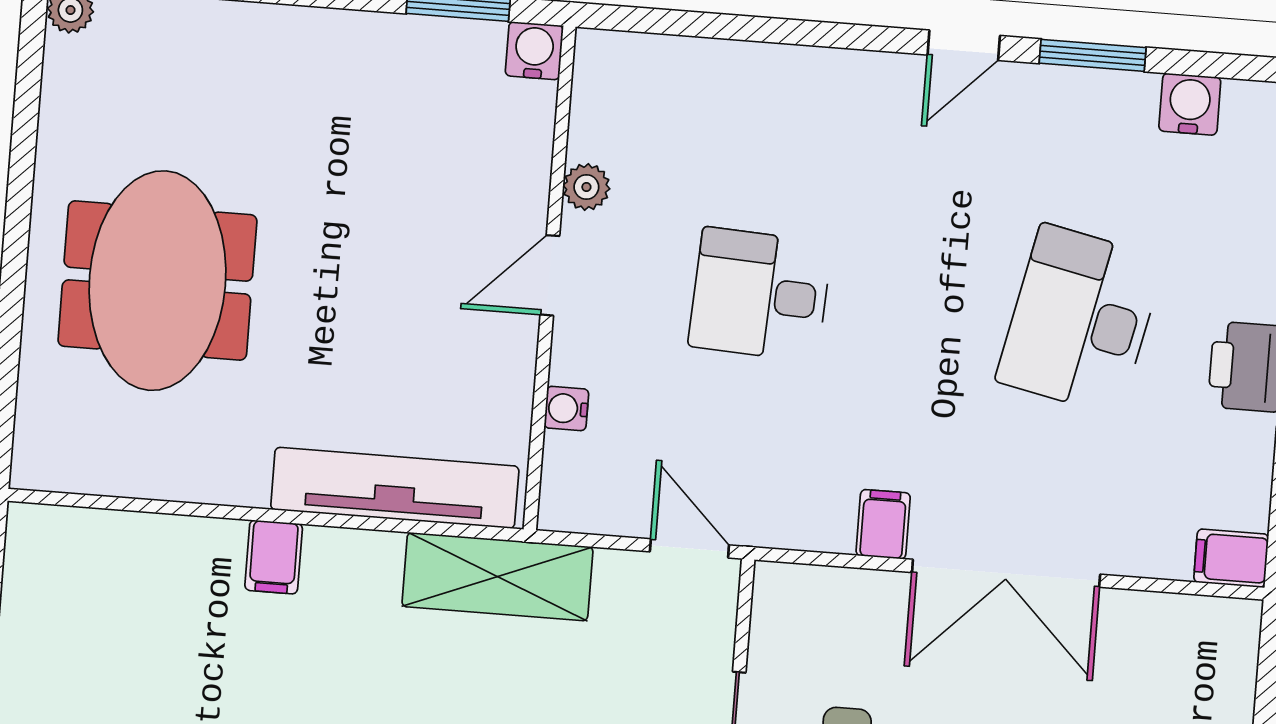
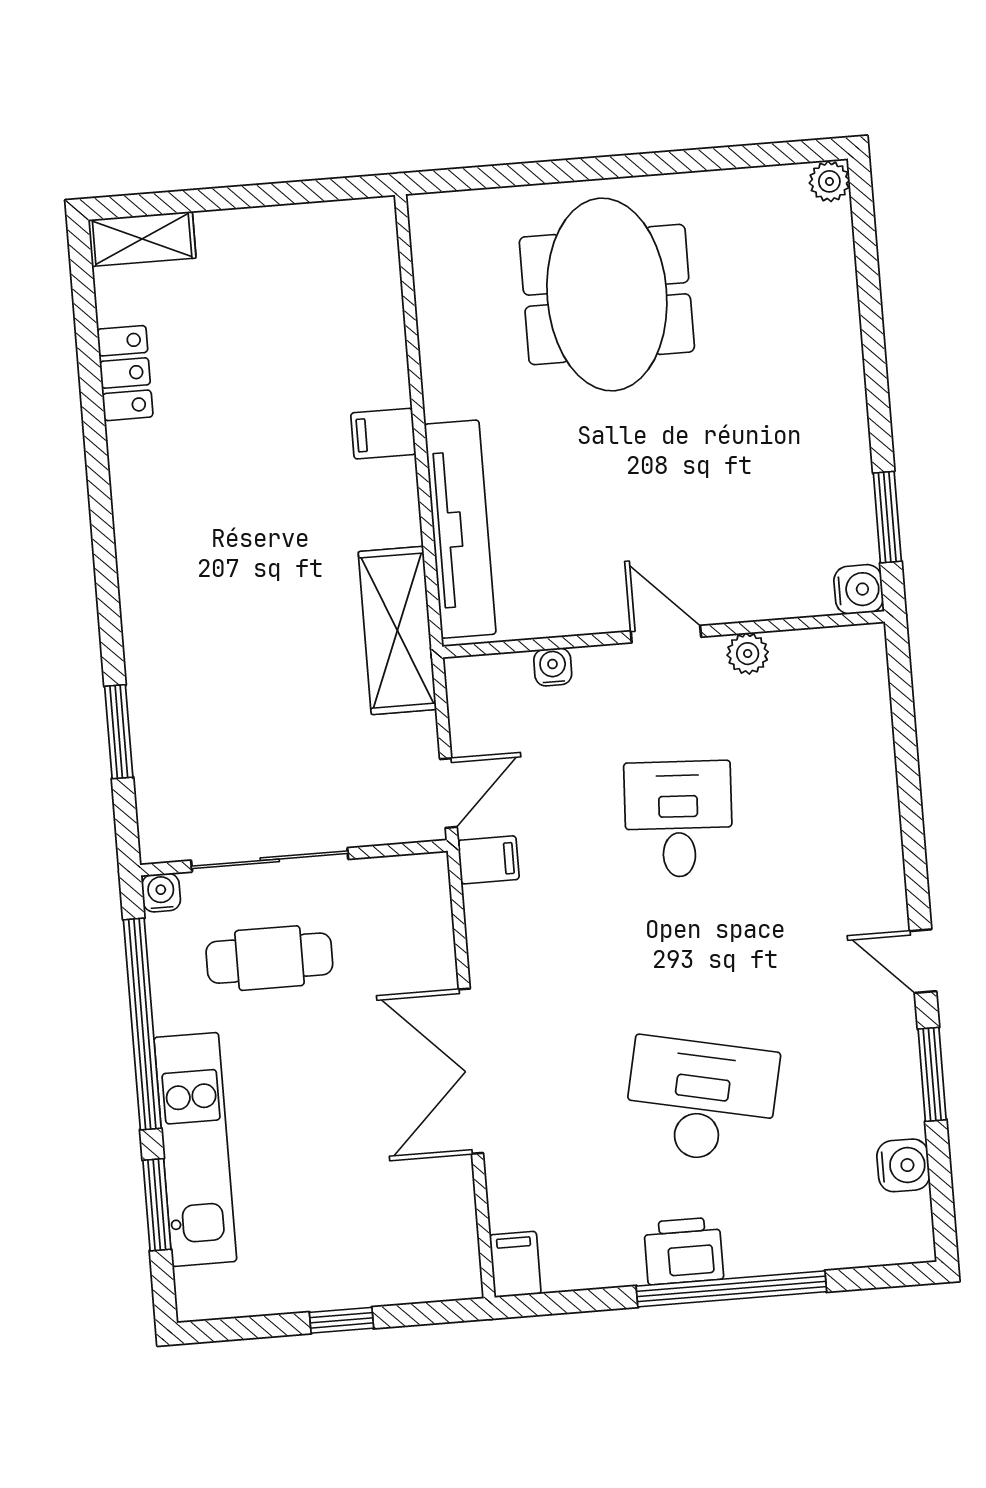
meeting table: (157, 281) -> (607, 294), turned 90
filing cabinet: (883, 524) -> (488, 860), moved

